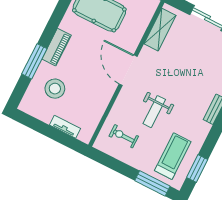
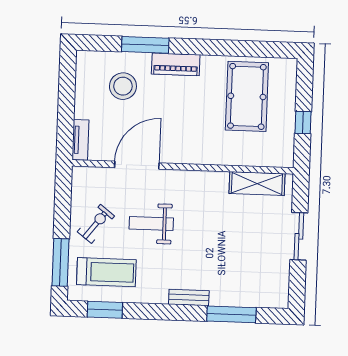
door: (128, 70) -> (137, 165), moved
tv unit: (65, 127) -> (80, 140), moved
exercise bike: (124, 136) -> (96, 224), moved, turned 38

